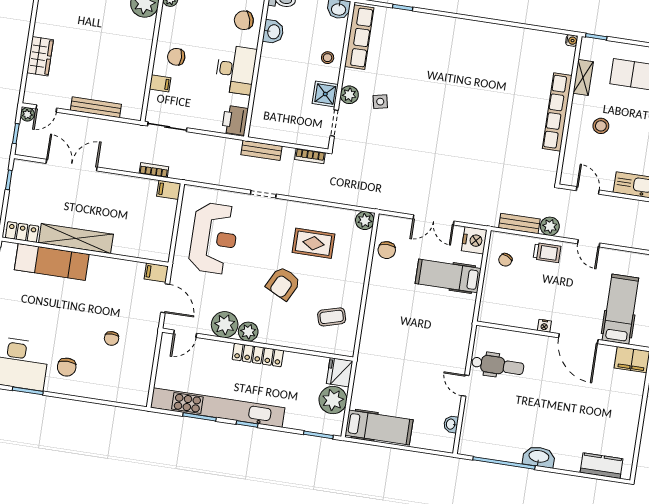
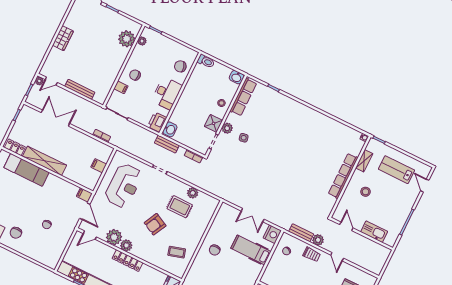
washbasin: (273, 32) -> (170, 129), moved
wardrobe: (40, 56) -> (63, 38), moved
filing cabinet: (169, 190) -> (99, 166), moved
plant: (365, 221) -> (193, 193), moved
chair: (387, 250) -> (215, 250), moved

